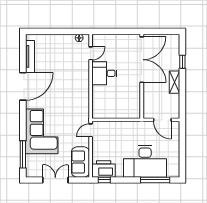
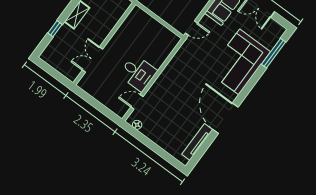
double door: (142, 60) -> (92, 60), width x0.54
door: (23, 86) -> (225, 118), hinge flipped

